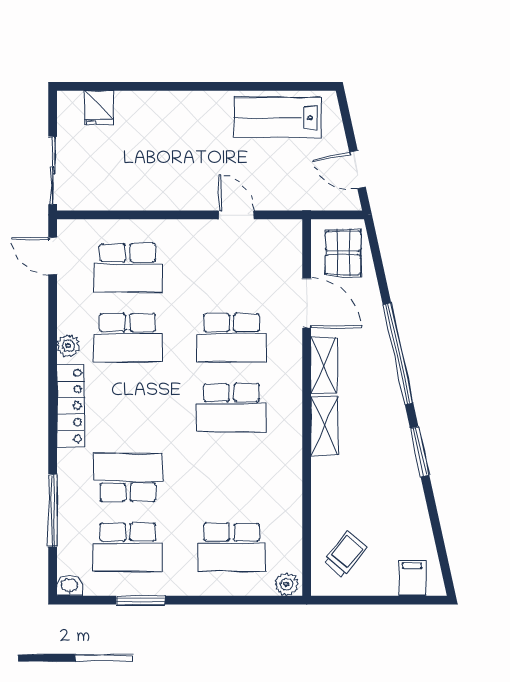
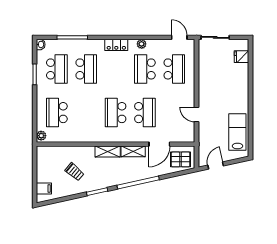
door: (236, 215) -> (197, 115), swing flipped
door: (53, 256) -> (179, 37), hinge flipped
school desk: (128, 268) -> (174, 69), turned 180
school desk: (232, 338) -> (145, 113), turned 180
locker: (71, 406) -> (116, 45), width x0.66
school desk: (128, 547) -> (57, 69), turned 180
trolley: (345, 554) -> (75, 172), moved

